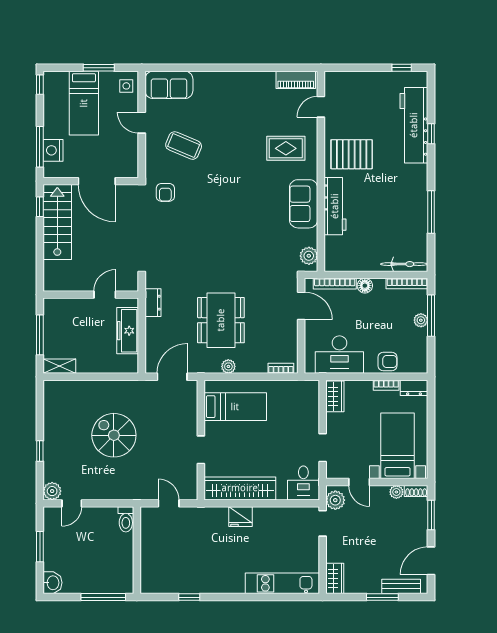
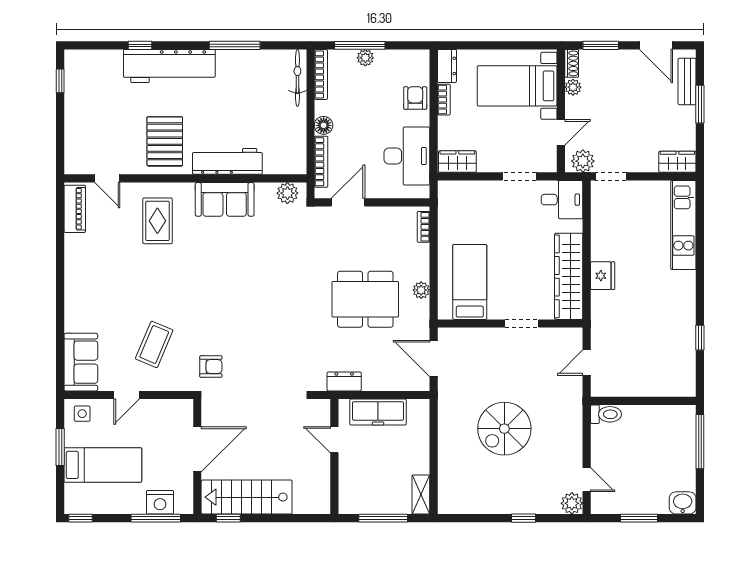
workbench: (414, 125) -> (169, 66), moved

